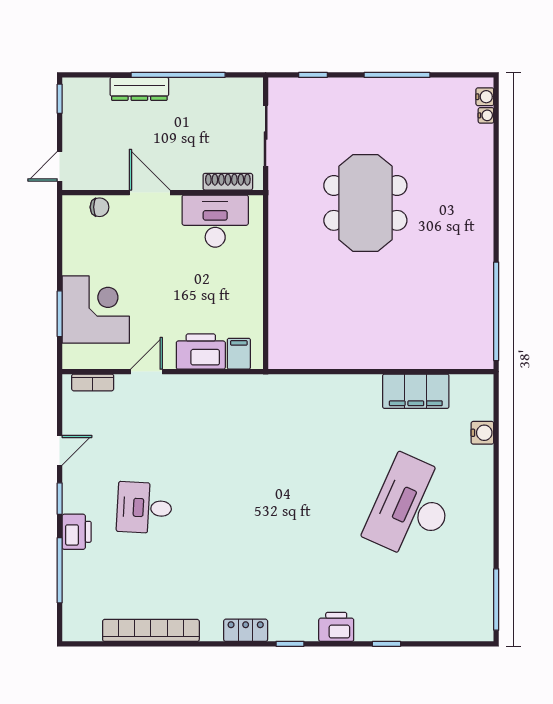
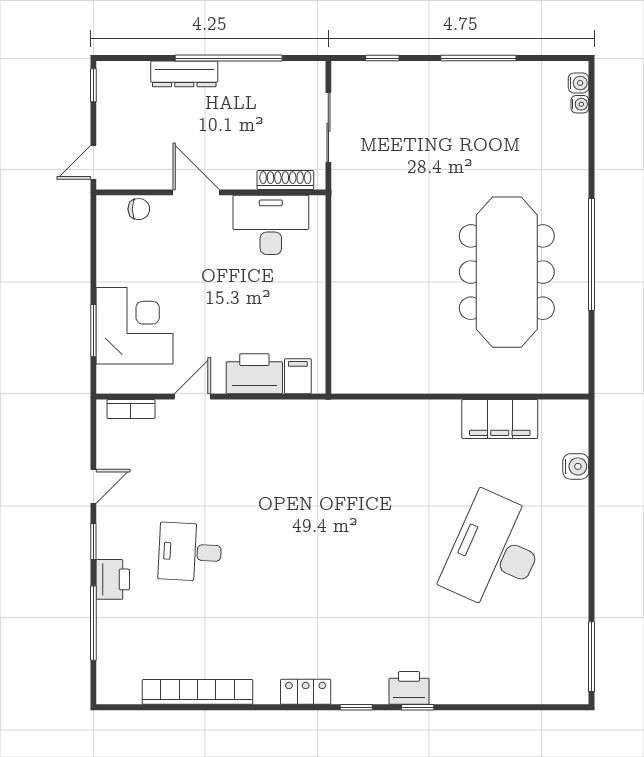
meeting table: (365, 203) -> (507, 272), moved, width x1.36
window: (496, 311) -> (592, 255), moved
window: (387, 644) -> (418, 707), moved

